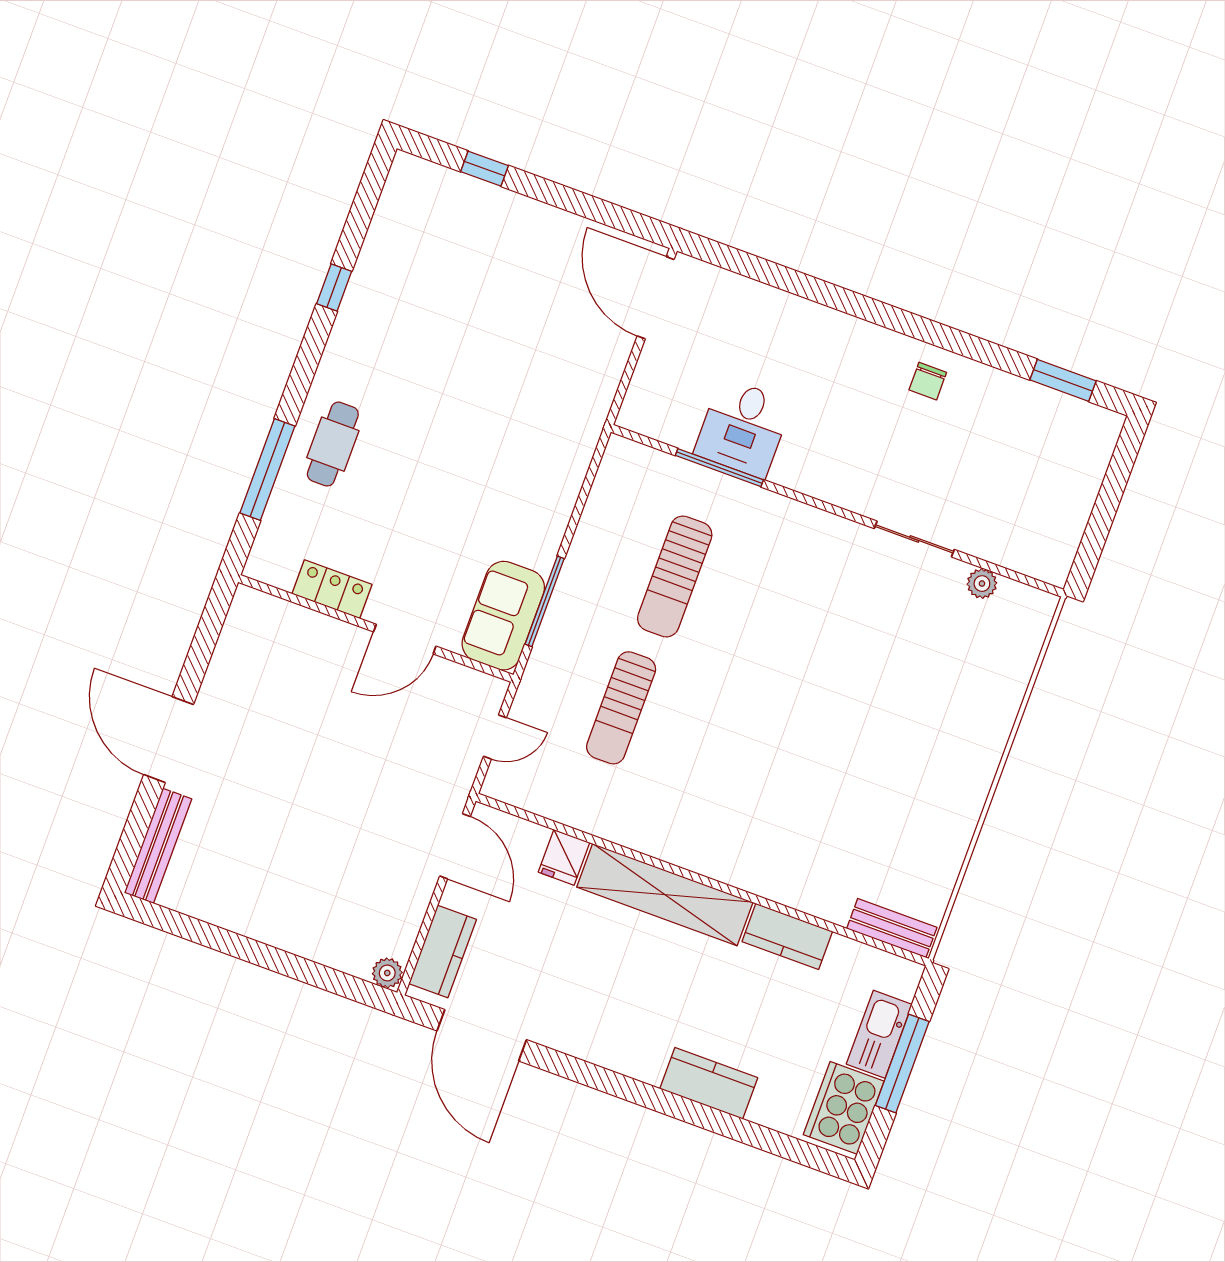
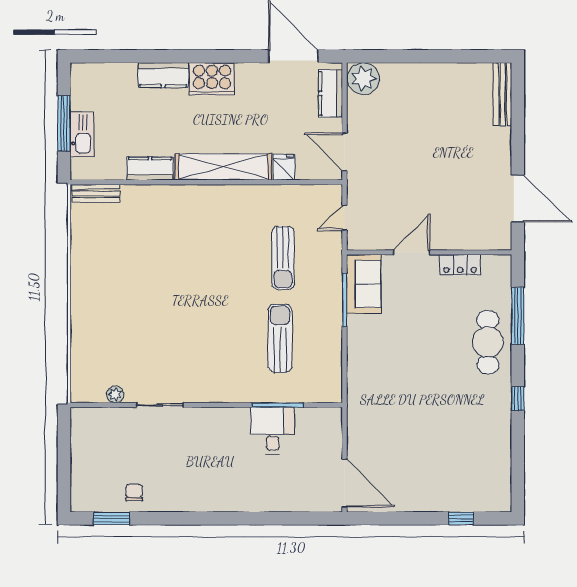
window: (334, 287) -> (518, 398), moved
chair: (928, 381) -> (134, 493), moved
cafe table: (333, 444) -> (488, 342), width x1.37, depth x1.35
sun lounger: (621, 708) -> (283, 258), turned 180
door: (169, 740) -> (518, 198), moved
plant: (387, 973) -> (363, 79), width x1.87, depth x1.87
cooker: (844, 1108) -> (212, 79), moved, turned 90

